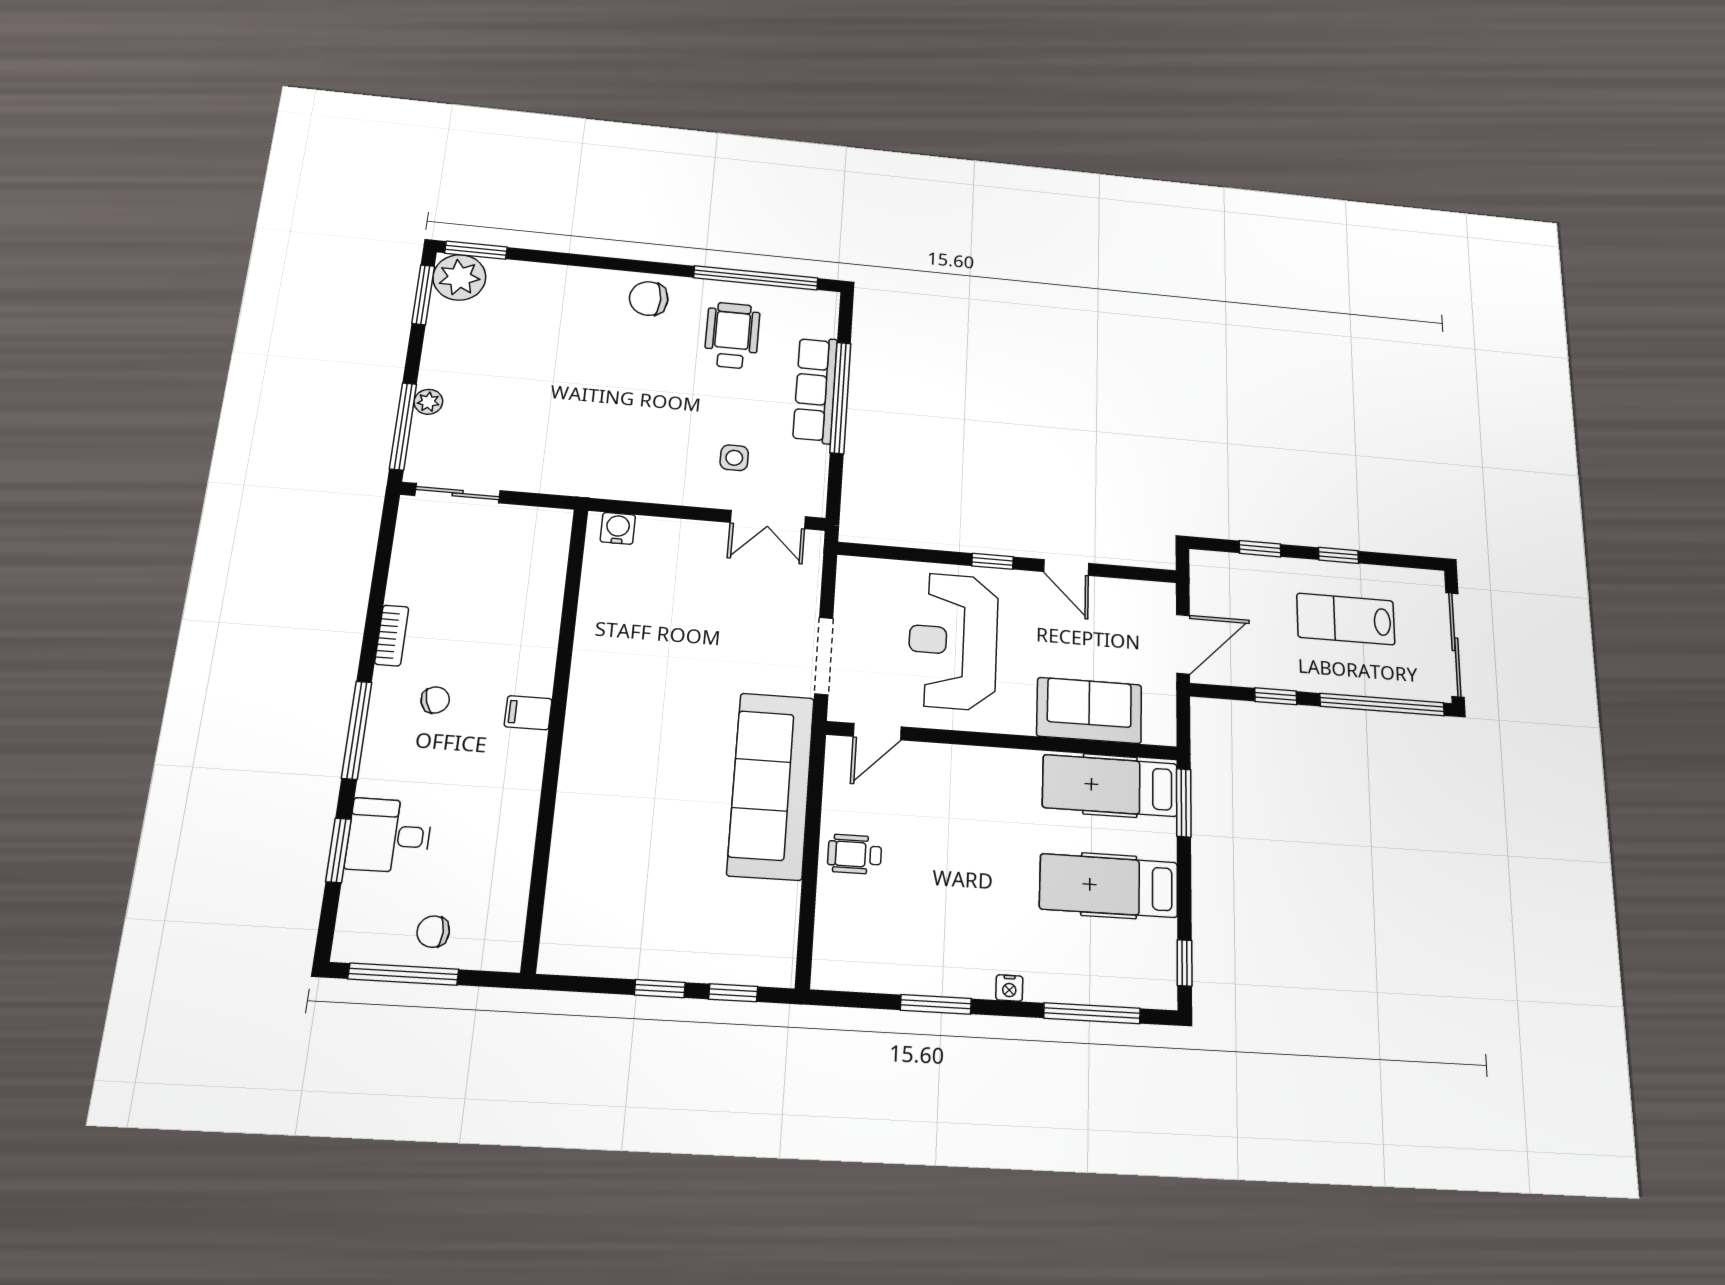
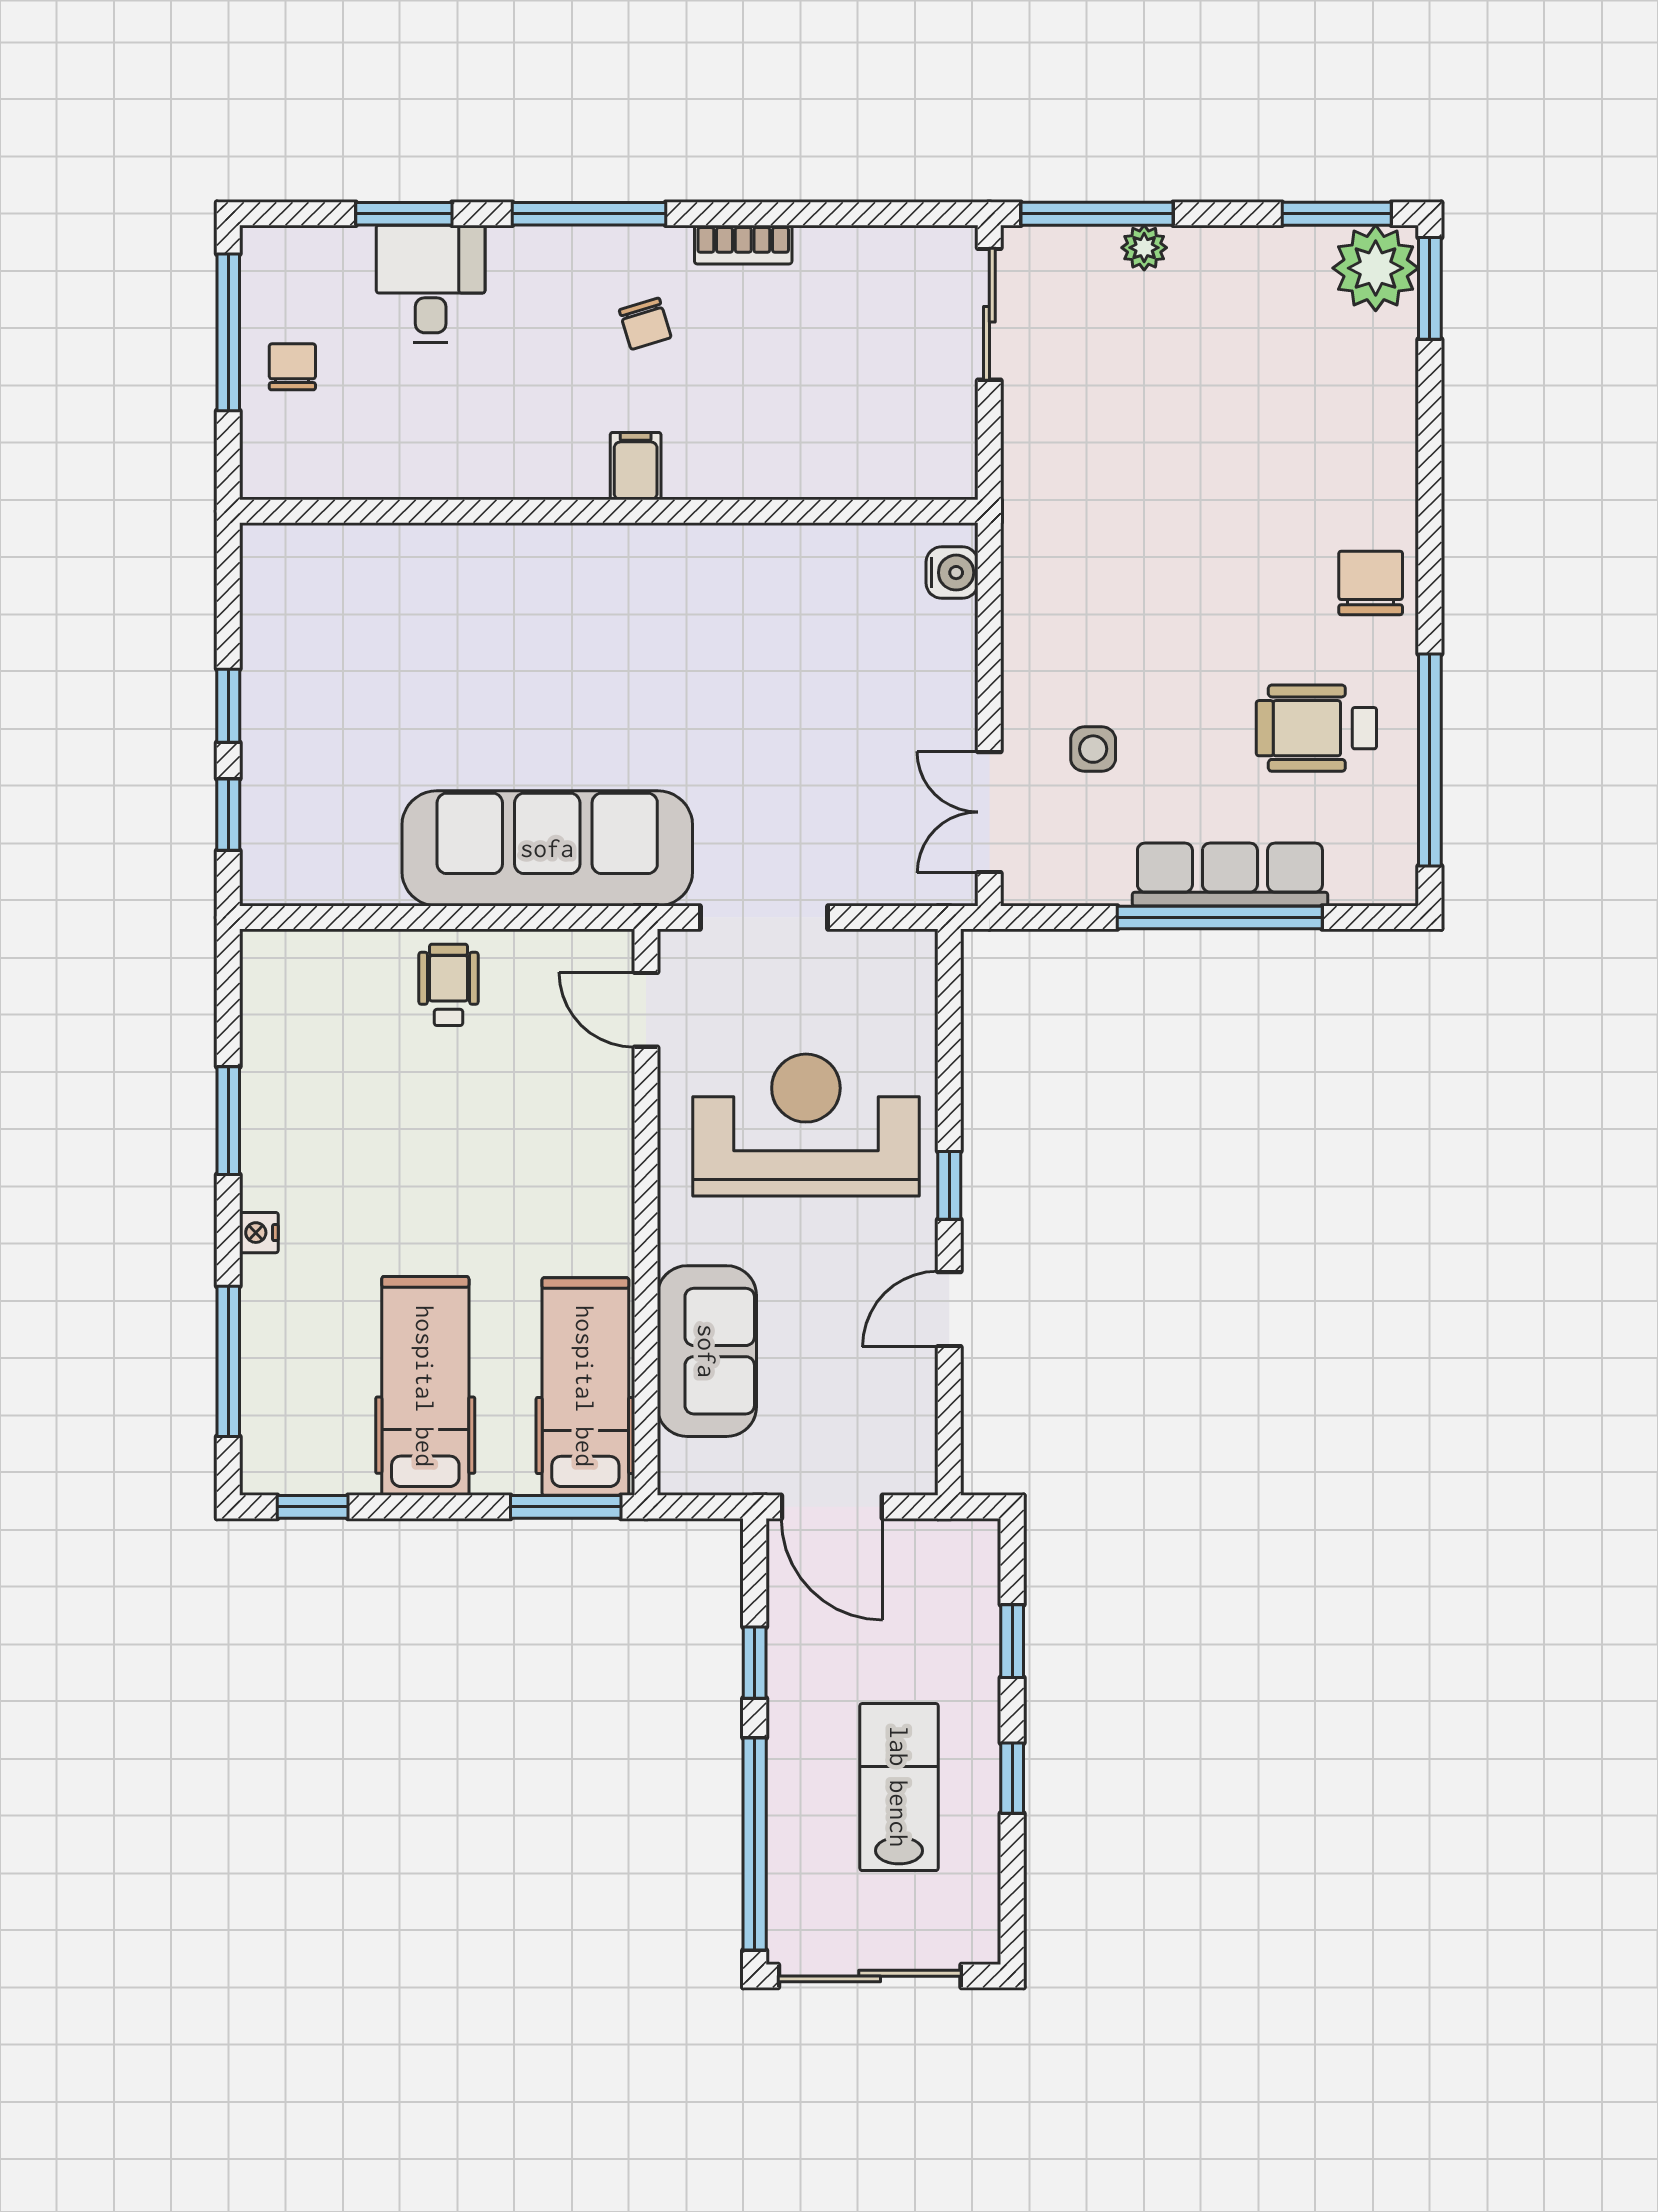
wheelchair: (732, 335) -> (1316, 728), turned 180

